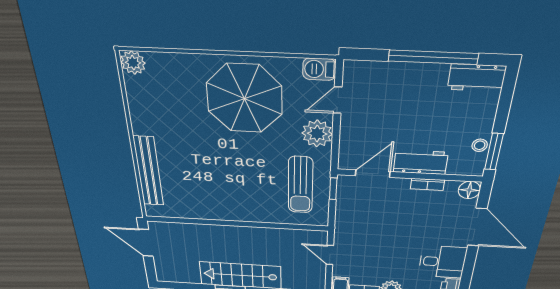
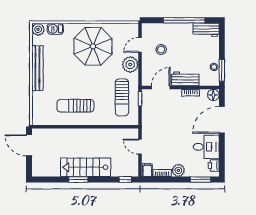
barbecue: (319, 69) -> (55, 29), moved
stool: (379, 110) -> (161, 50), added
bench: (149, 171) -> (37, 68), moved
sun lounger: (218, 193) -> (75, 106), added
door: (477, 227) -> (222, 120), swing flipped

